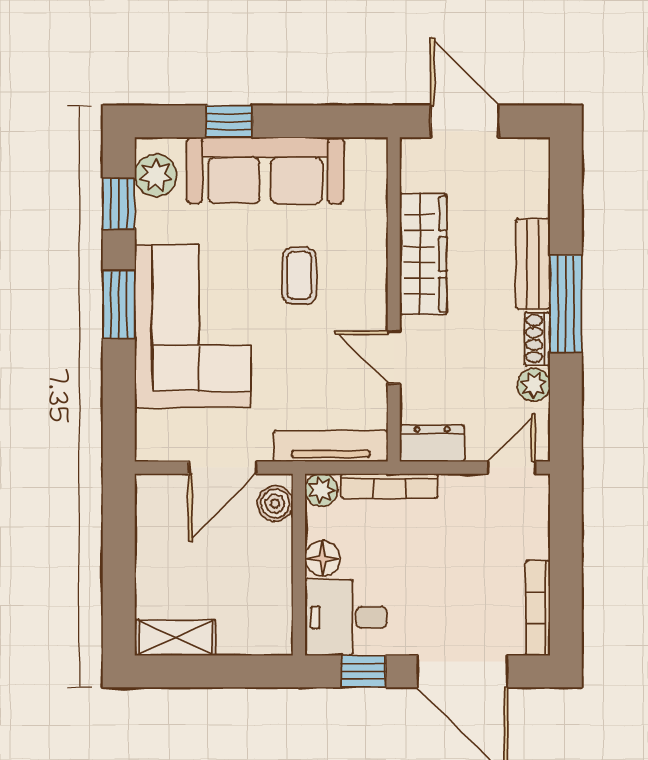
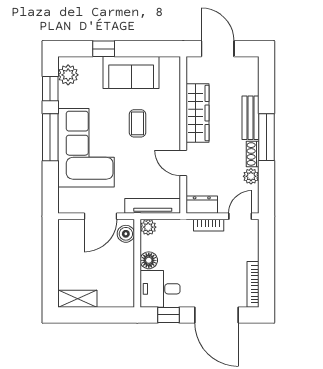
sofa: (265, 170) -> (131, 73), width x0.73
window: (119, 304) -> (50, 137), width x1.44
bookcase: (389, 486) -> (209, 225), moved, width x0.64

